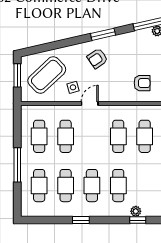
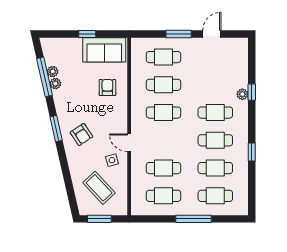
plant: (146, 34) -> (55, 84), added
coffee table: (47, 75) -> (99, 188), width x0.73, depth x0.76

